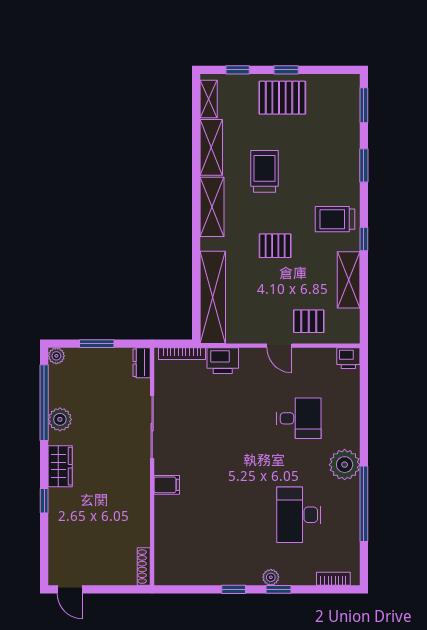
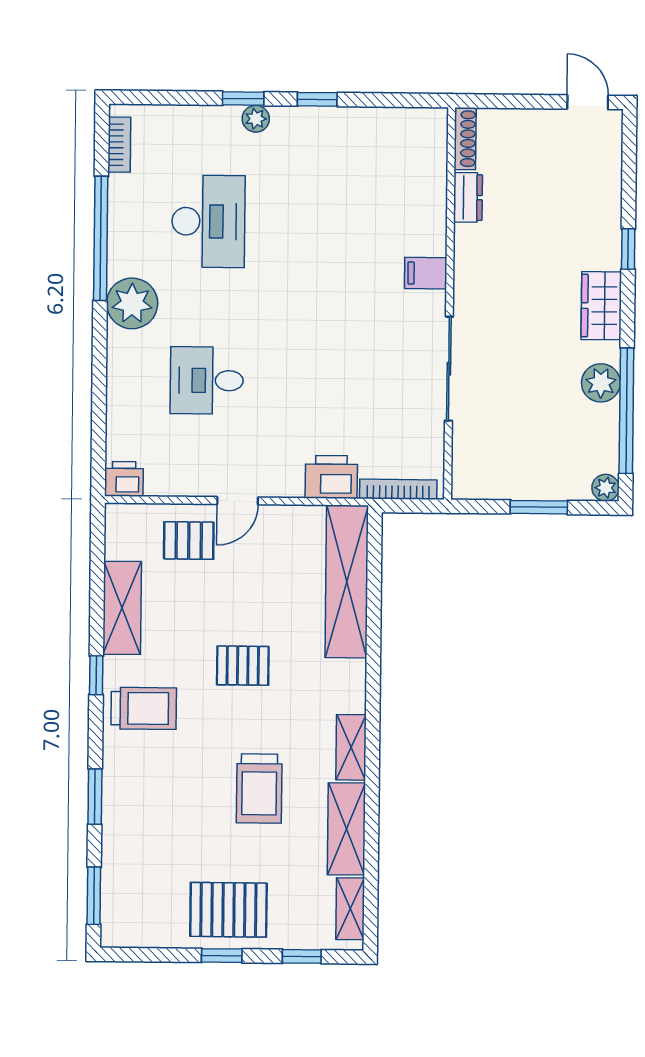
shelving: (212, 207) -> (351, 747), width x0.67, depth x0.75
door: (279, 346) -> (238, 501), swing flipped
dresser: (142, 363) -> (468, 197), moved
bookcase: (333, 579) -> (119, 145), moved, turned -90

